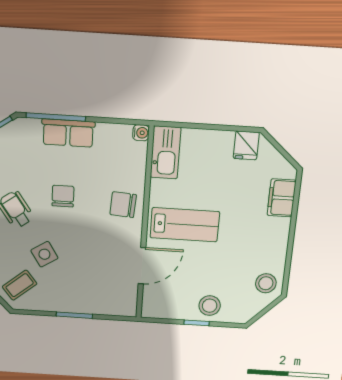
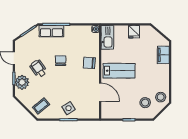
row of seats: (68, 133) -> (51, 31), moved
fridge: (246, 145) -> (134, 32), moved
side table: (44, 254) -> (69, 108), moved
door: (142, 266) -> (100, 92), hinge flipped
stool: (210, 306) -> (145, 103), moved

